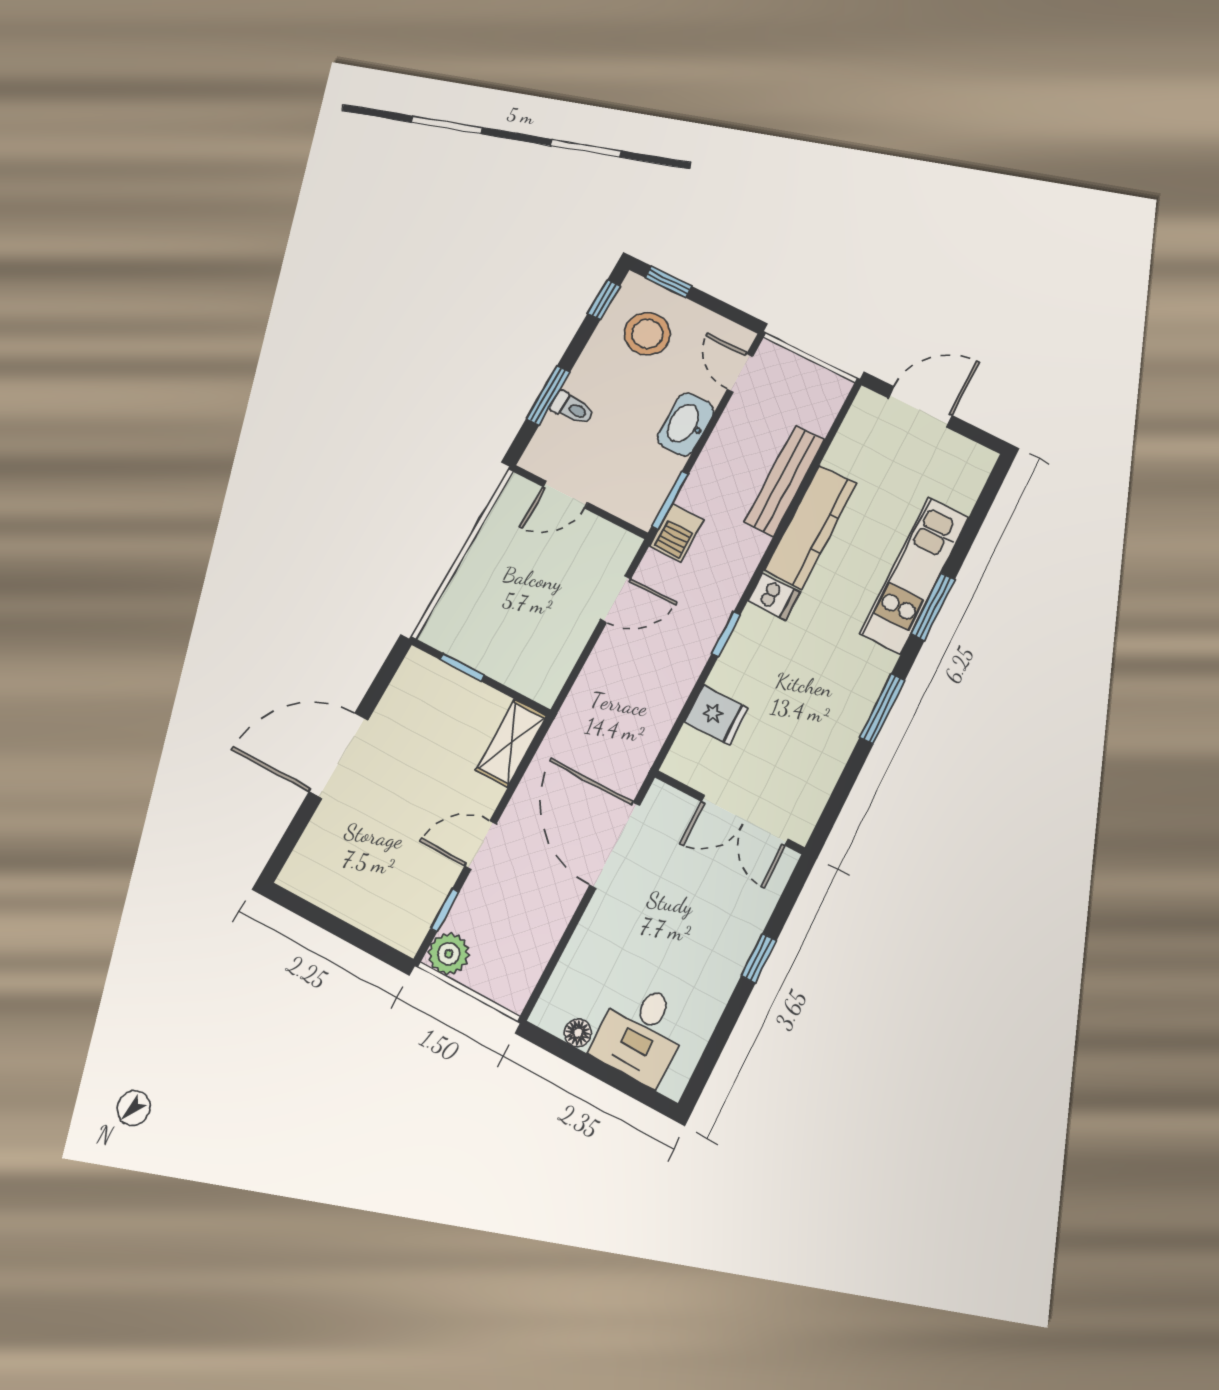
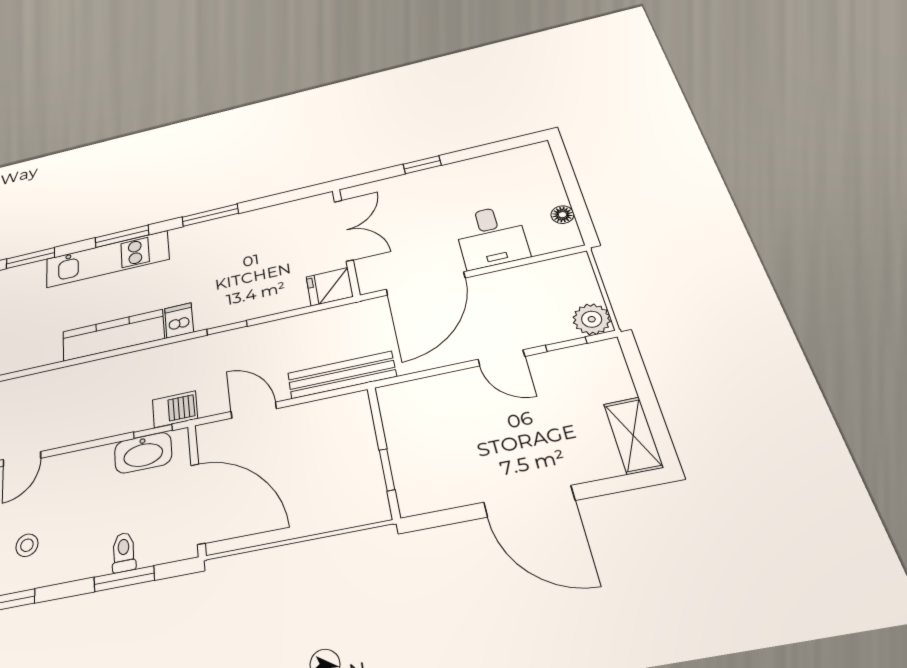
stool: (647, 334) -> (27, 545), width x0.53, depth x0.53
washbasin: (686, 424) -> (143, 453), moved
bench: (784, 481) -> (342, 375), moved
door: (565, 495) -> (198, 503), width x1.88
window: (670, 500) -> (153, 431), width x0.67
window: (985, 502) -> (30, 258), added
fridge: (717, 715) -> (330, 287), moved, turned -90
shelving: (512, 743) -> (633, 435), moved, turned 90
desk: (641, 1033) -> (491, 237), moved, turned 90

